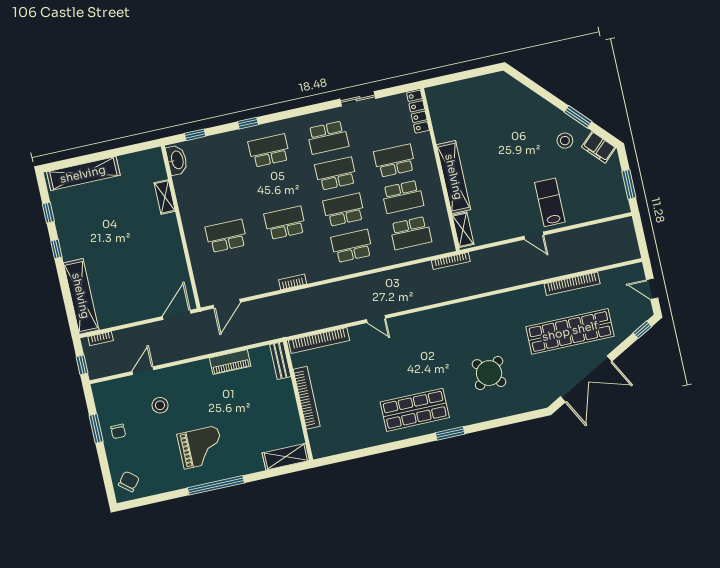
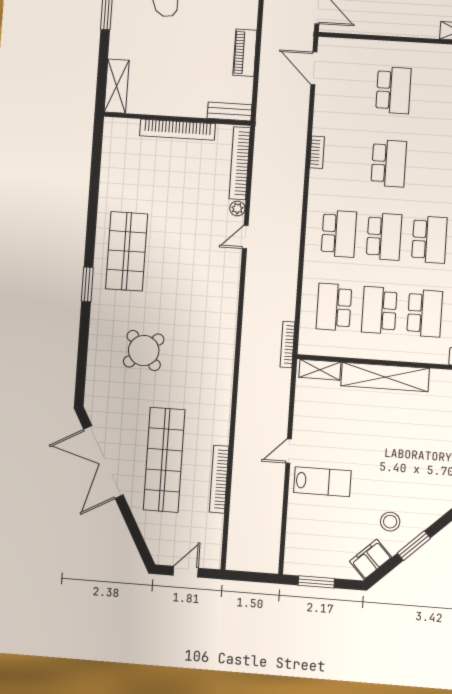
window: (642, 330) -> (141, 546), removed
plant: (355, 332) -> (237, 209), added

